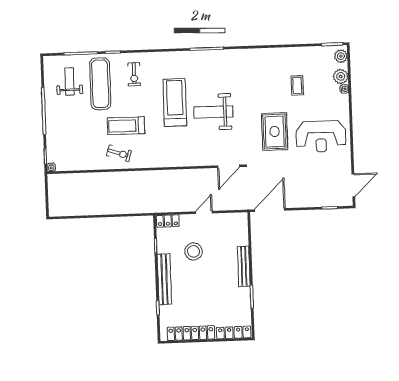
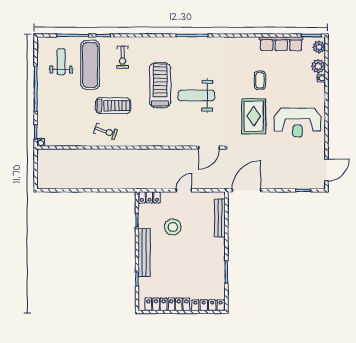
row of seats: (301, 54) -> (281, 44), added
coffee table: (297, 85) -> (260, 80), moved
treadmill: (126, 126) -> (113, 106), turned 180
bench: (244, 266) -> (220, 218), moved

